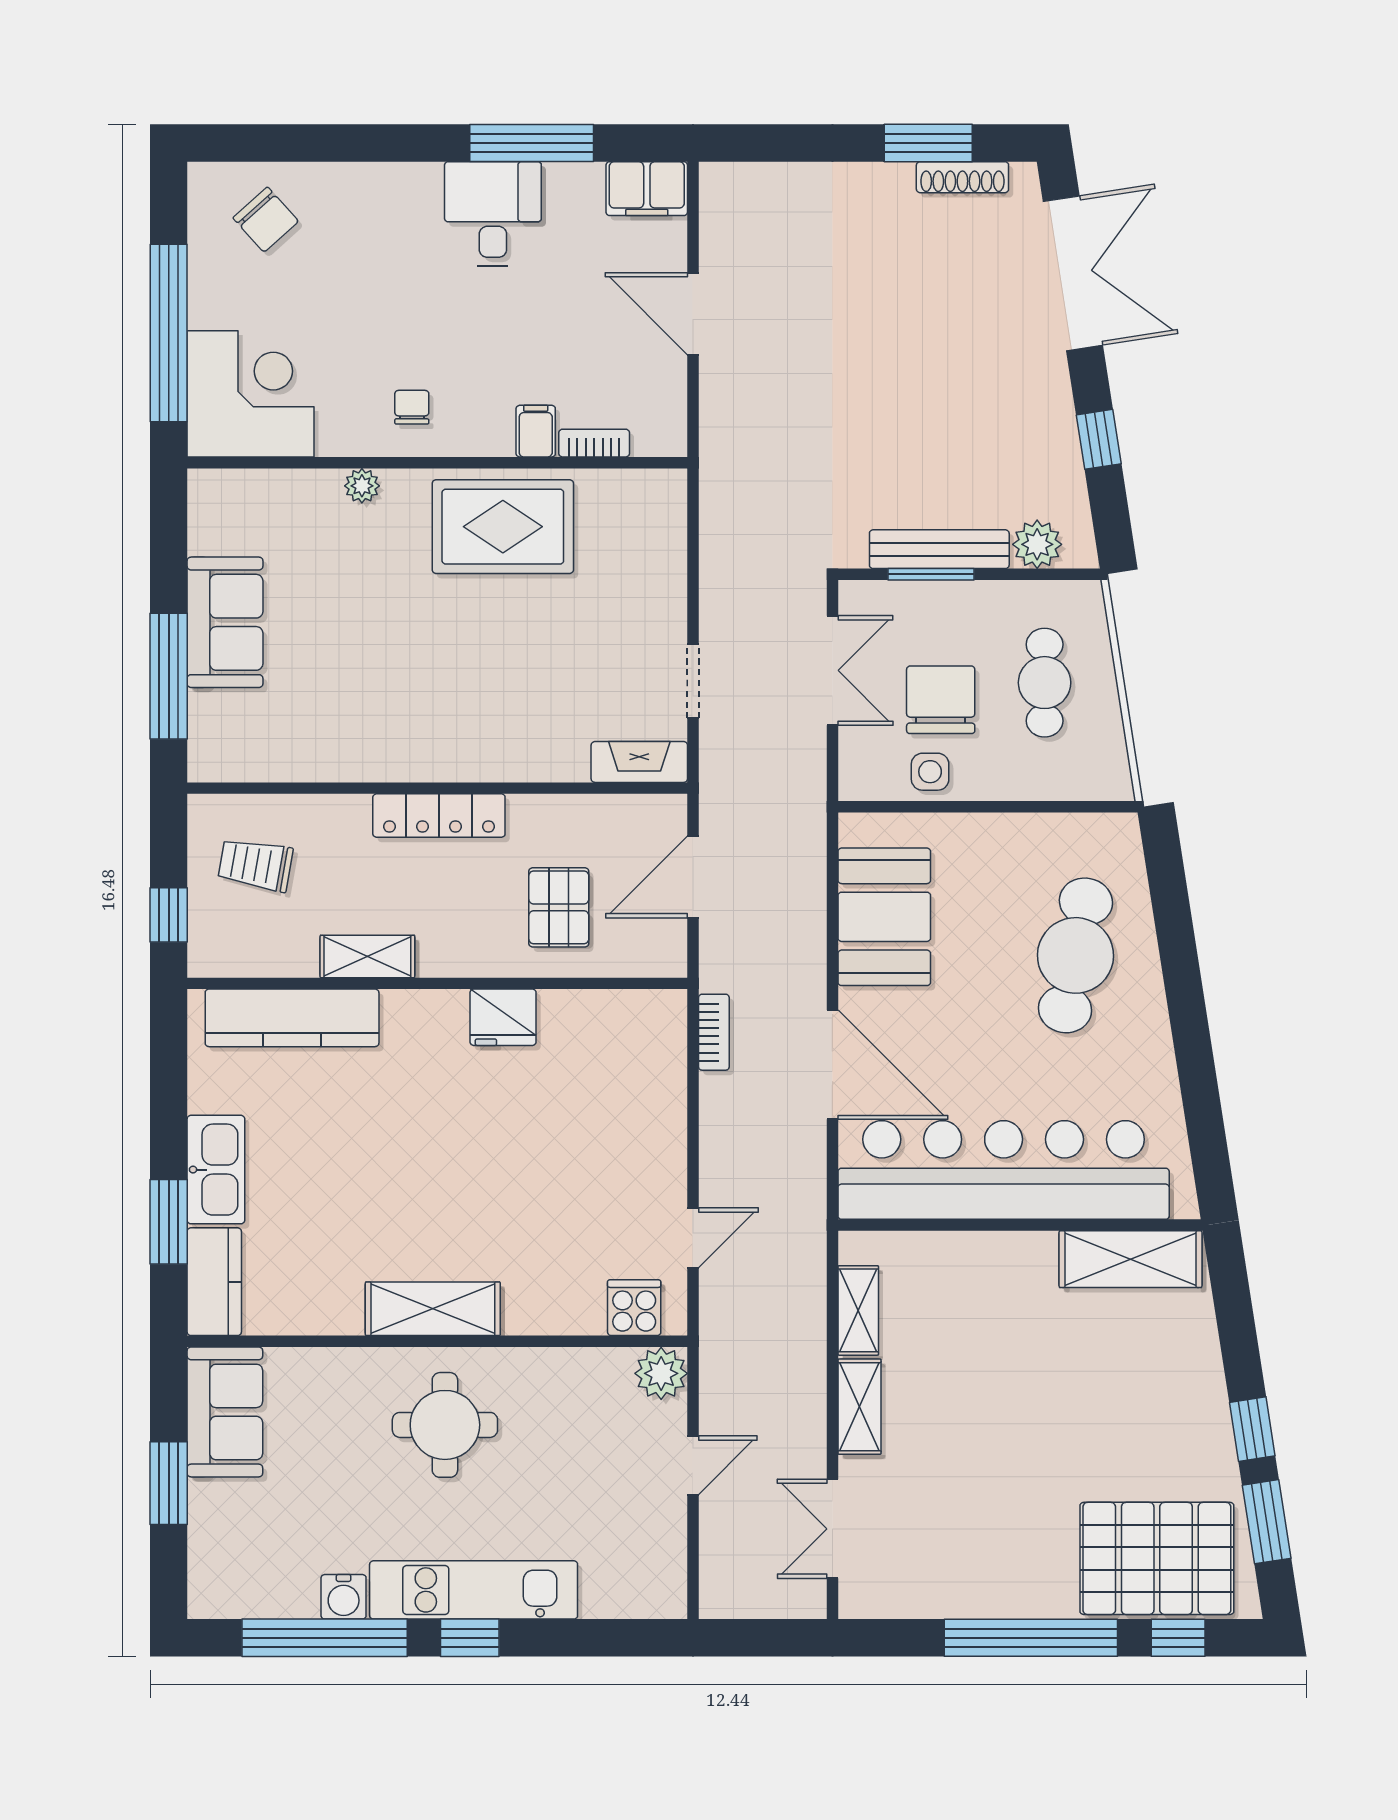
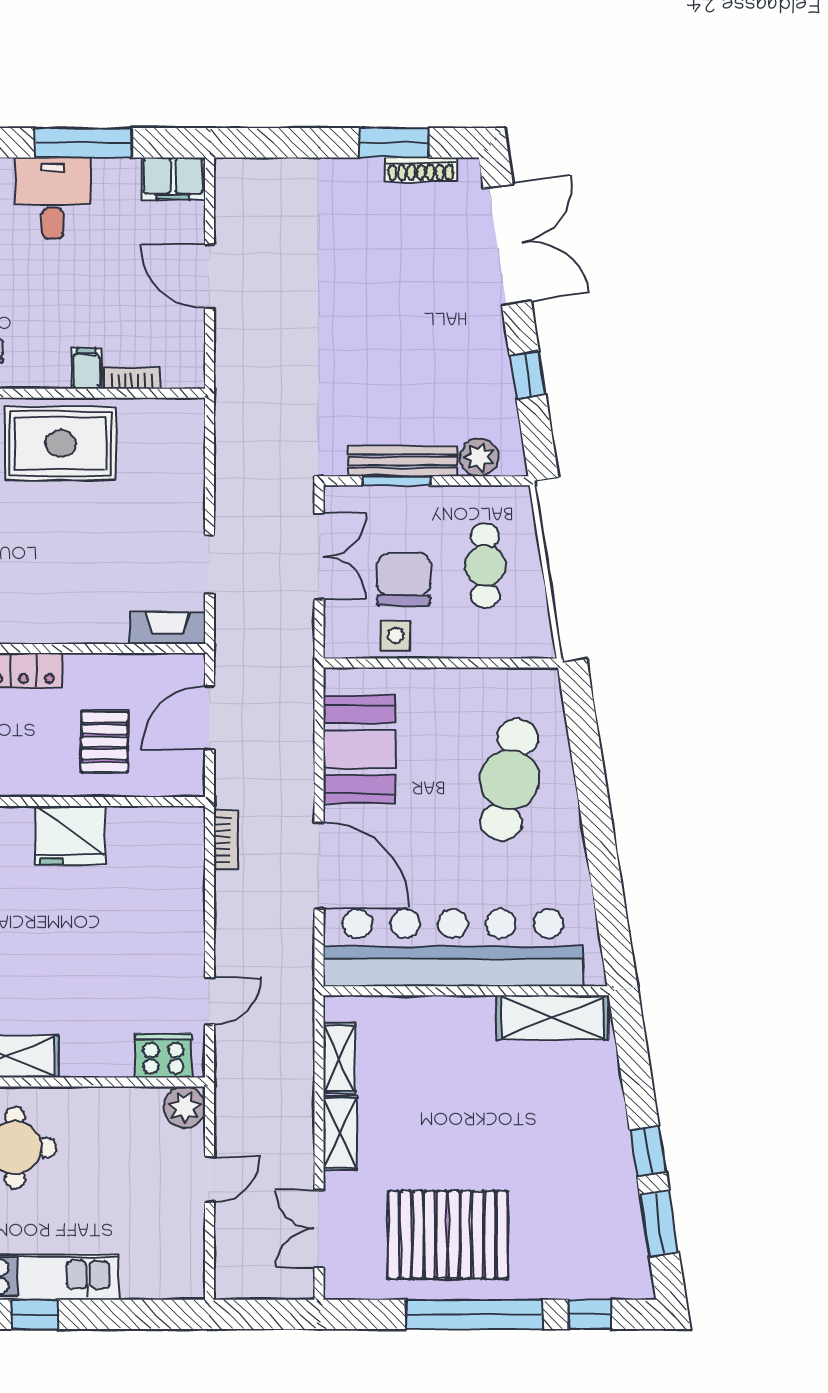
fridge: (503, 1017) -> (70, 836), width x1.36, depth x1.34
cooker: (634, 1308) -> (163, 1056), width x1.36
pallet: (1157, 1558) -> (448, 1235), moved

